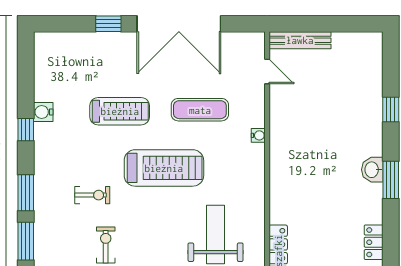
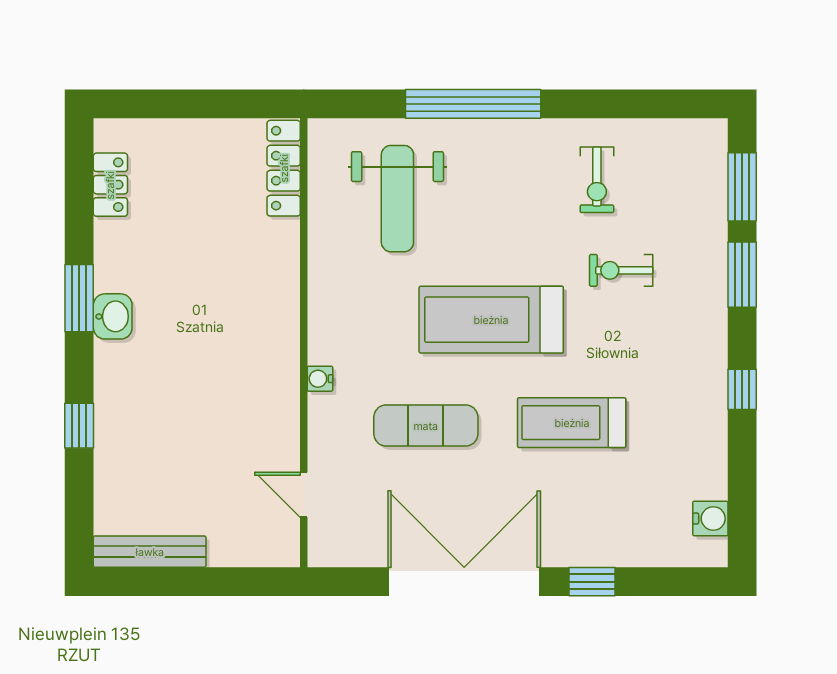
bench: (300, 40) -> (150, 552), moved
water cooler: (43, 112) -> (710, 519), moved

